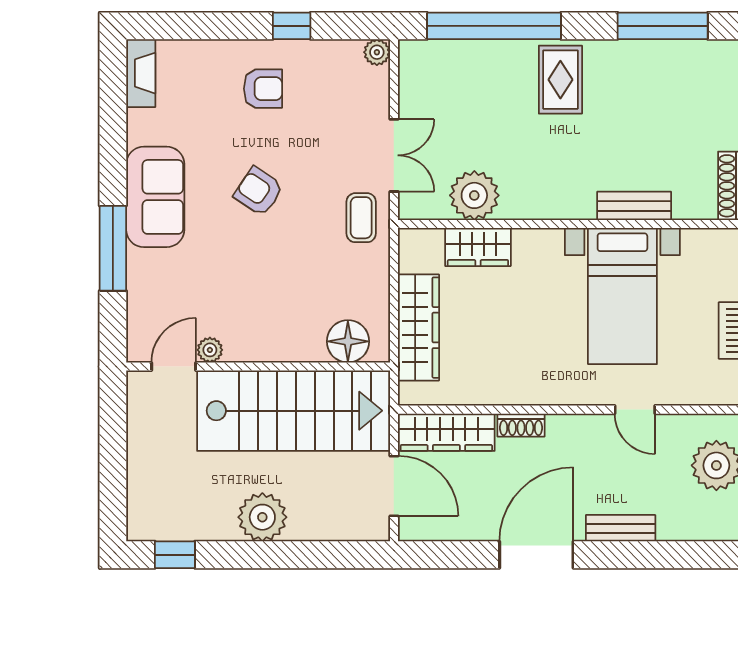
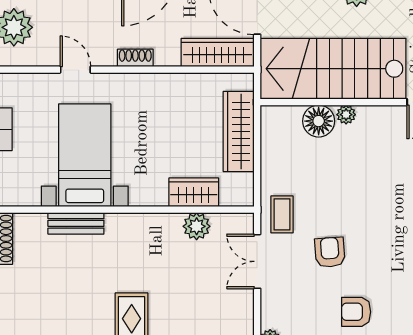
armchair: (259, 191) -> (330, 252), moved, turned -128
plant: (474, 195) -> (197, 226), width x0.73, depth x0.73
floor lamp: (348, 341) -> (319, 121), moved
plant: (210, 350) -> (346, 115), moved
shoe rack: (521, 425) -> (135, 58), moved

